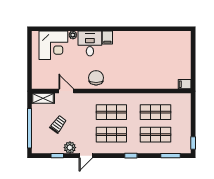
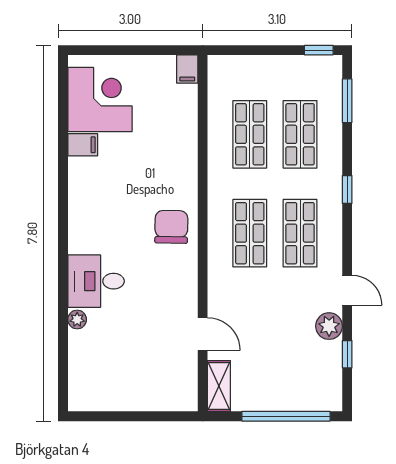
filing cabinet: (107, 37) -> (83, 145), moved
corner desk: (53, 45) -> (100, 100), moved
chair: (96, 78) -> (171, 227), moved, turned 91
door: (66, 91) -> (203, 334), swing flipped
trolley: (58, 124) -> (277, 352), removed

